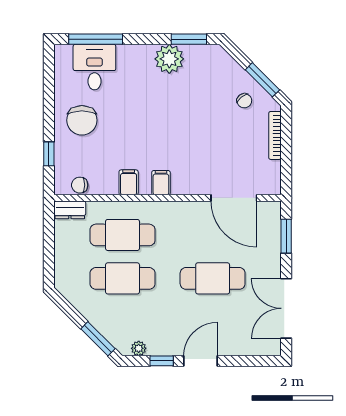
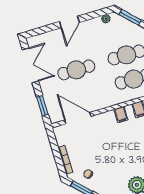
window: (162, 361) -> (91, 16), removed

